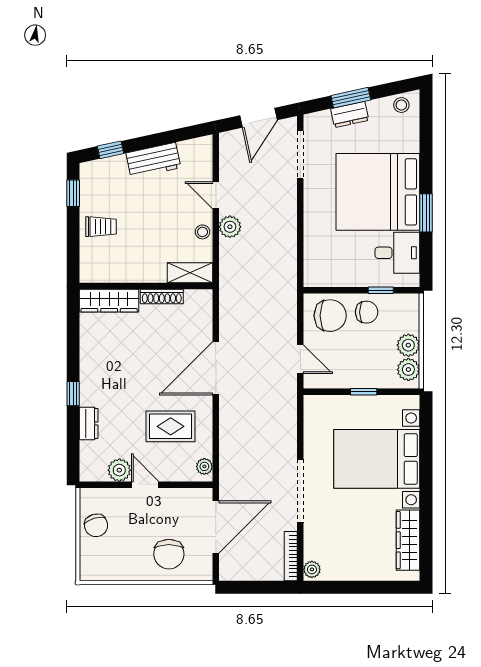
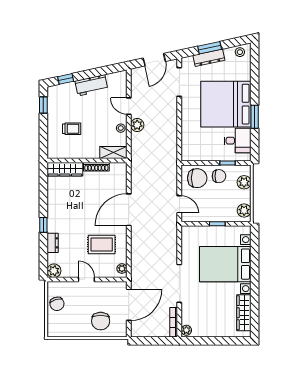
dresser: (350, 114) -> (209, 58), width x1.44
trolley: (101, 227) -> (72, 129), moved
plant: (408, 345) -> (244, 182), moved
plant: (119, 470) -> (54, 271), moved

